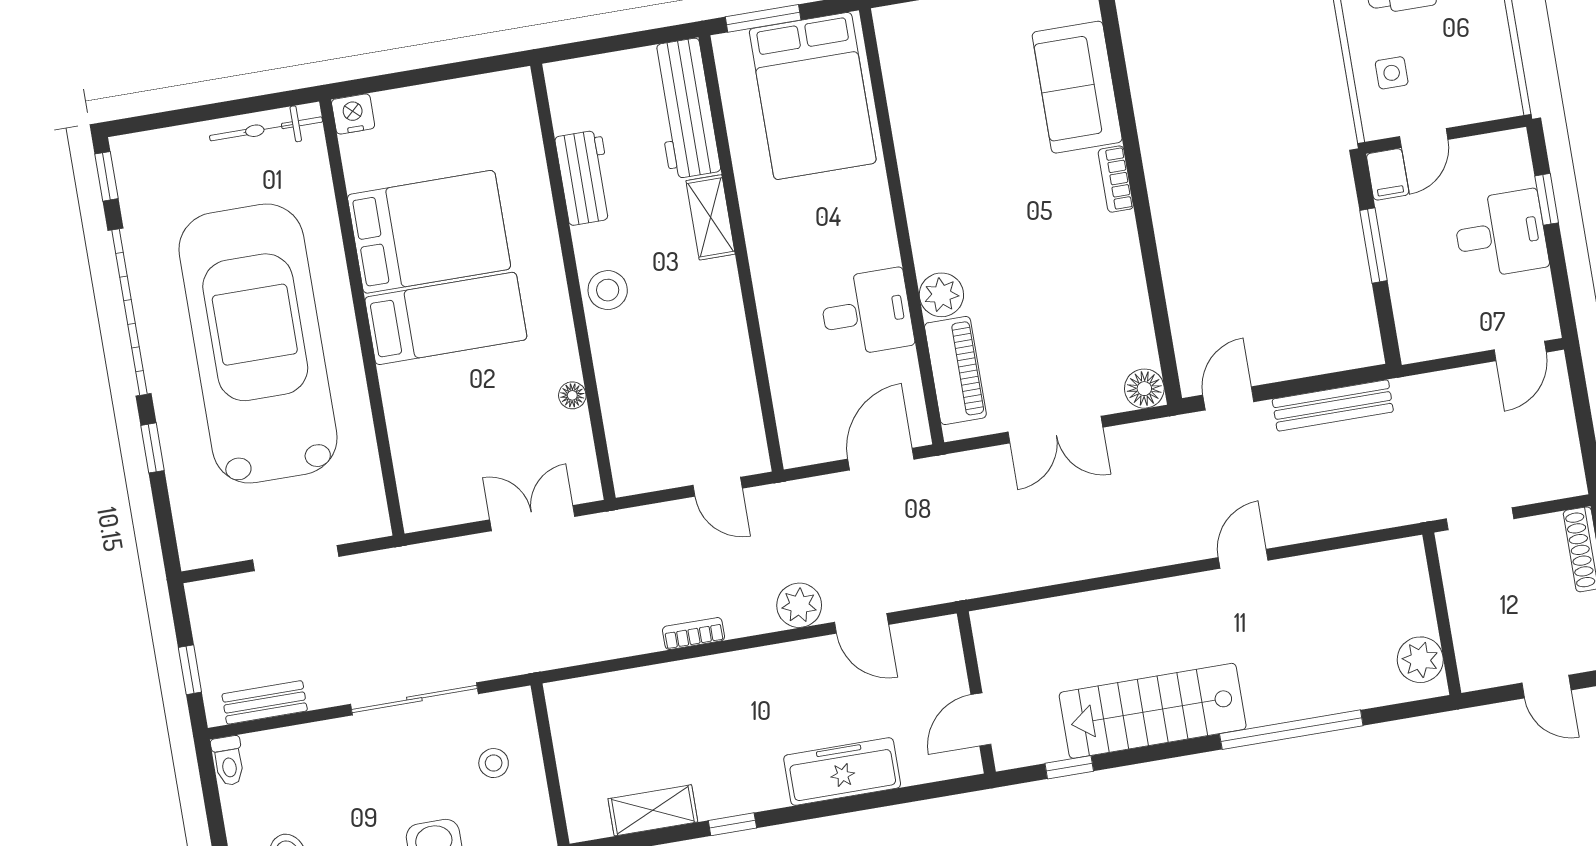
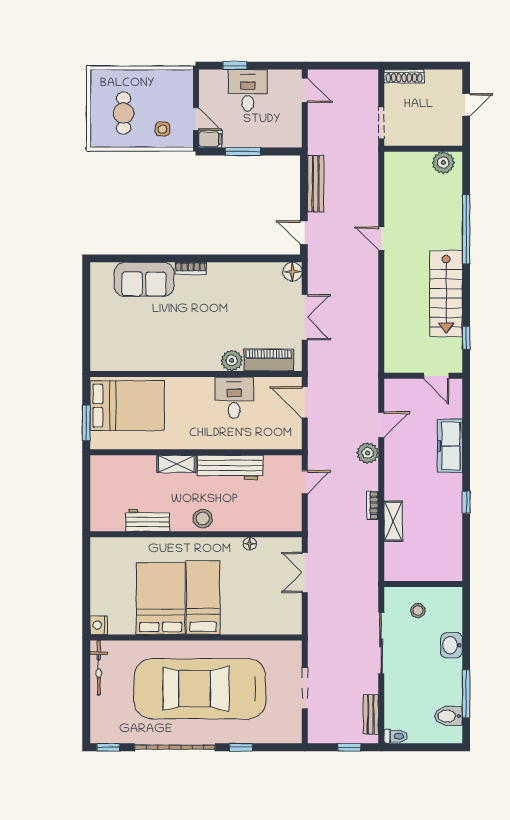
workbench: (685, 109) -> (230, 467), moved
shelving: (653, 810) -> (393, 521), moved

